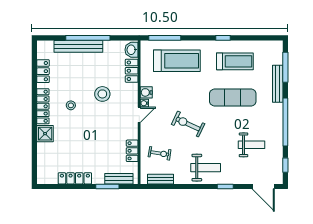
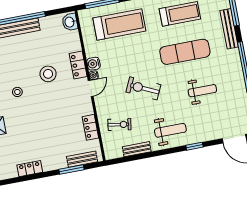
locker: (132, 71) -> (78, 65), moved
weight bench: (251, 145) -> (202, 91), moved
locker: (75, 178) -> (30, 169), width x0.66
bench: (161, 179) -> (137, 149), moved

